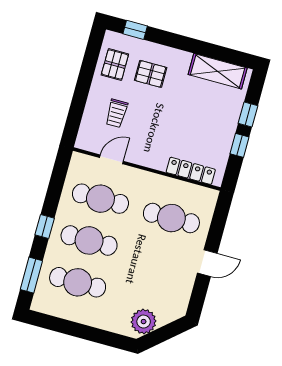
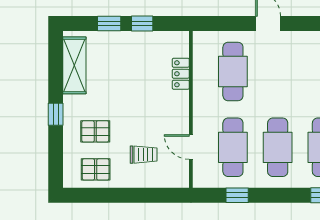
window: (135, 30) -> (56, 114), moved
pallet: (151, 74) -> (95, 131), turned 90
locker: (191, 171) -> (181, 74), width x0.66
window: (45, 227) -> (237, 195), moved

